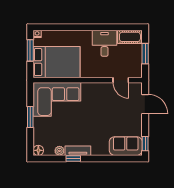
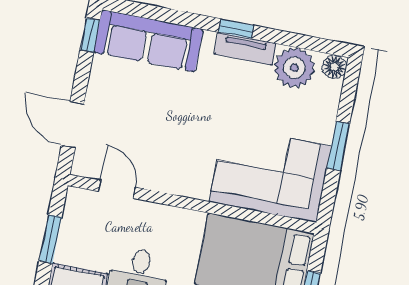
sofa: (126, 146) -> (148, 41), width x1.36
plant: (59, 151) -> (294, 68), width x1.88, depth x1.88
window: (73, 158) -> (236, 29), moved

